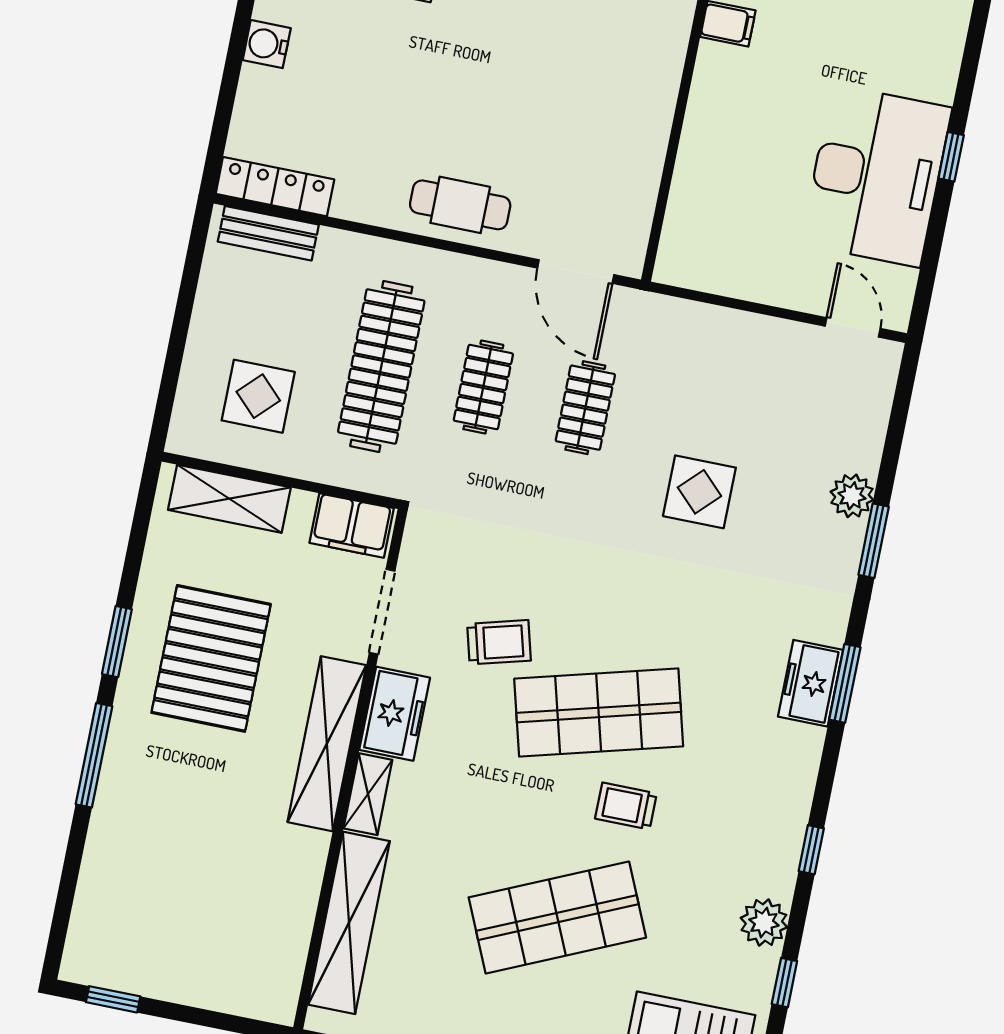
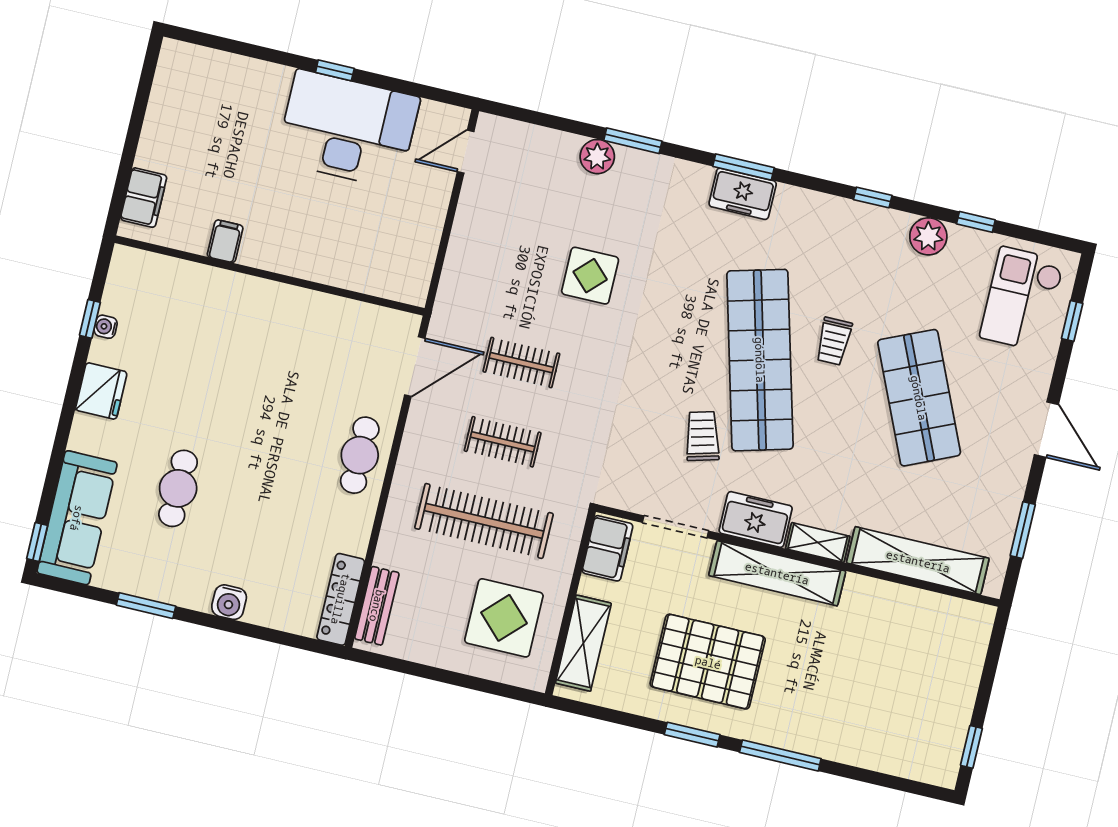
display table: (258, 396) -> (504, 618), width x1.36, depth x1.36
shop shelf: (599, 712) -> (760, 360), width x1.40

